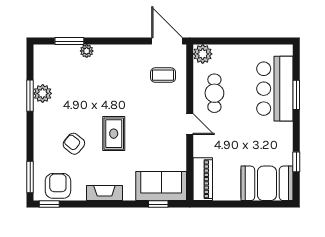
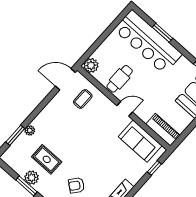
bar counter: (275, 89) -> (148, 42), width x1.36
cafe table: (214, 93) -> (120, 79), turned 90
rug: (114, 134) -> (47, 159), moved
sofa: (161, 186) -> (140, 141), moved, turned -90

